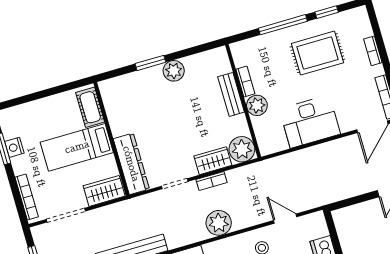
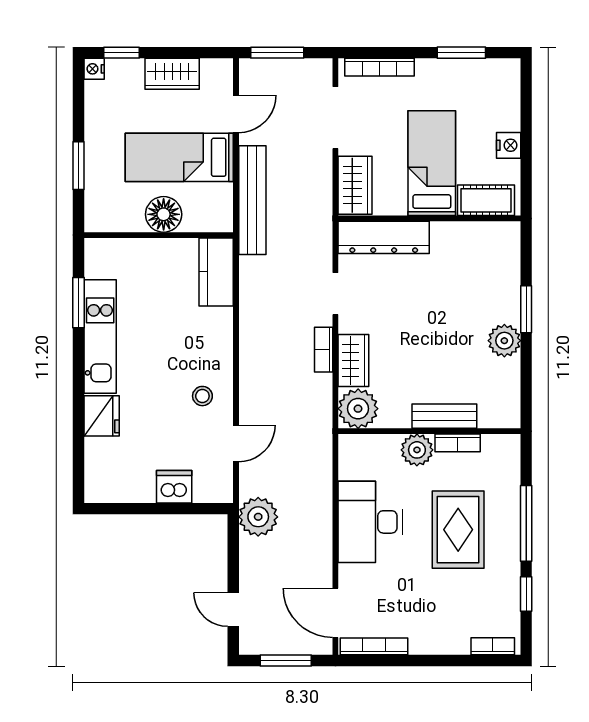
bookcase: (373, 51) -> (493, 646), moved
rug: (317, 53) -> (458, 530), moved
nightstand: (14, 147) -> (509, 145), moved, turned 90
plant: (219, 223) -> (258, 517), moved

